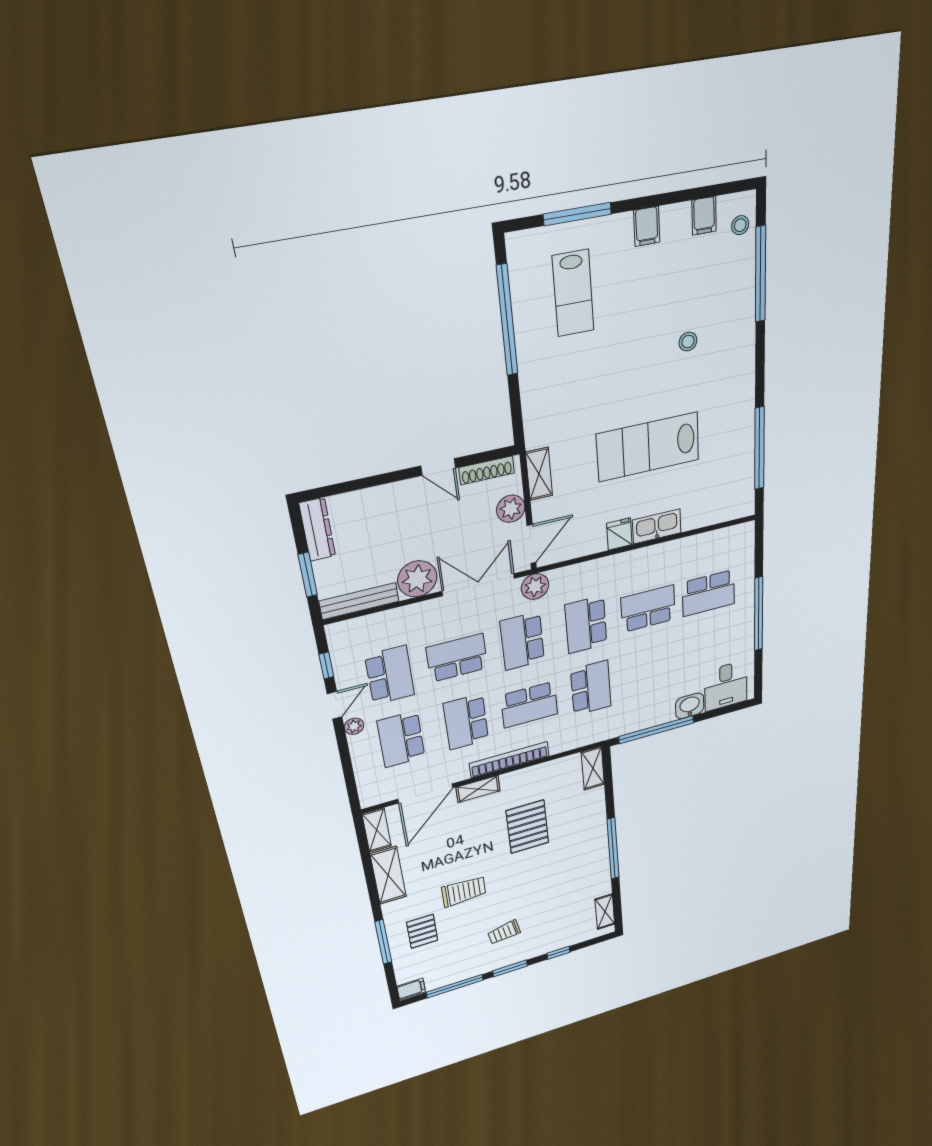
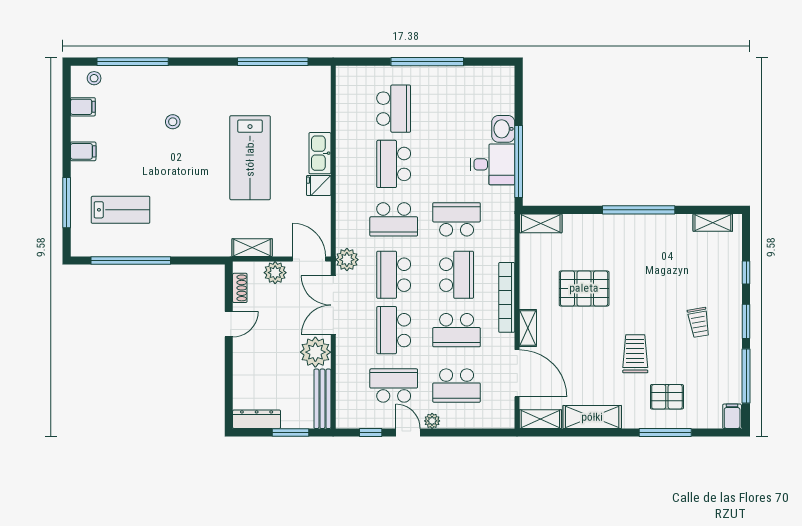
shoe rack: (487, 470) -> (240, 288), width x0.70
school desk: (522, 641) -> (394, 275), turned 90
desk: (726, 686) -> (493, 164), moved

